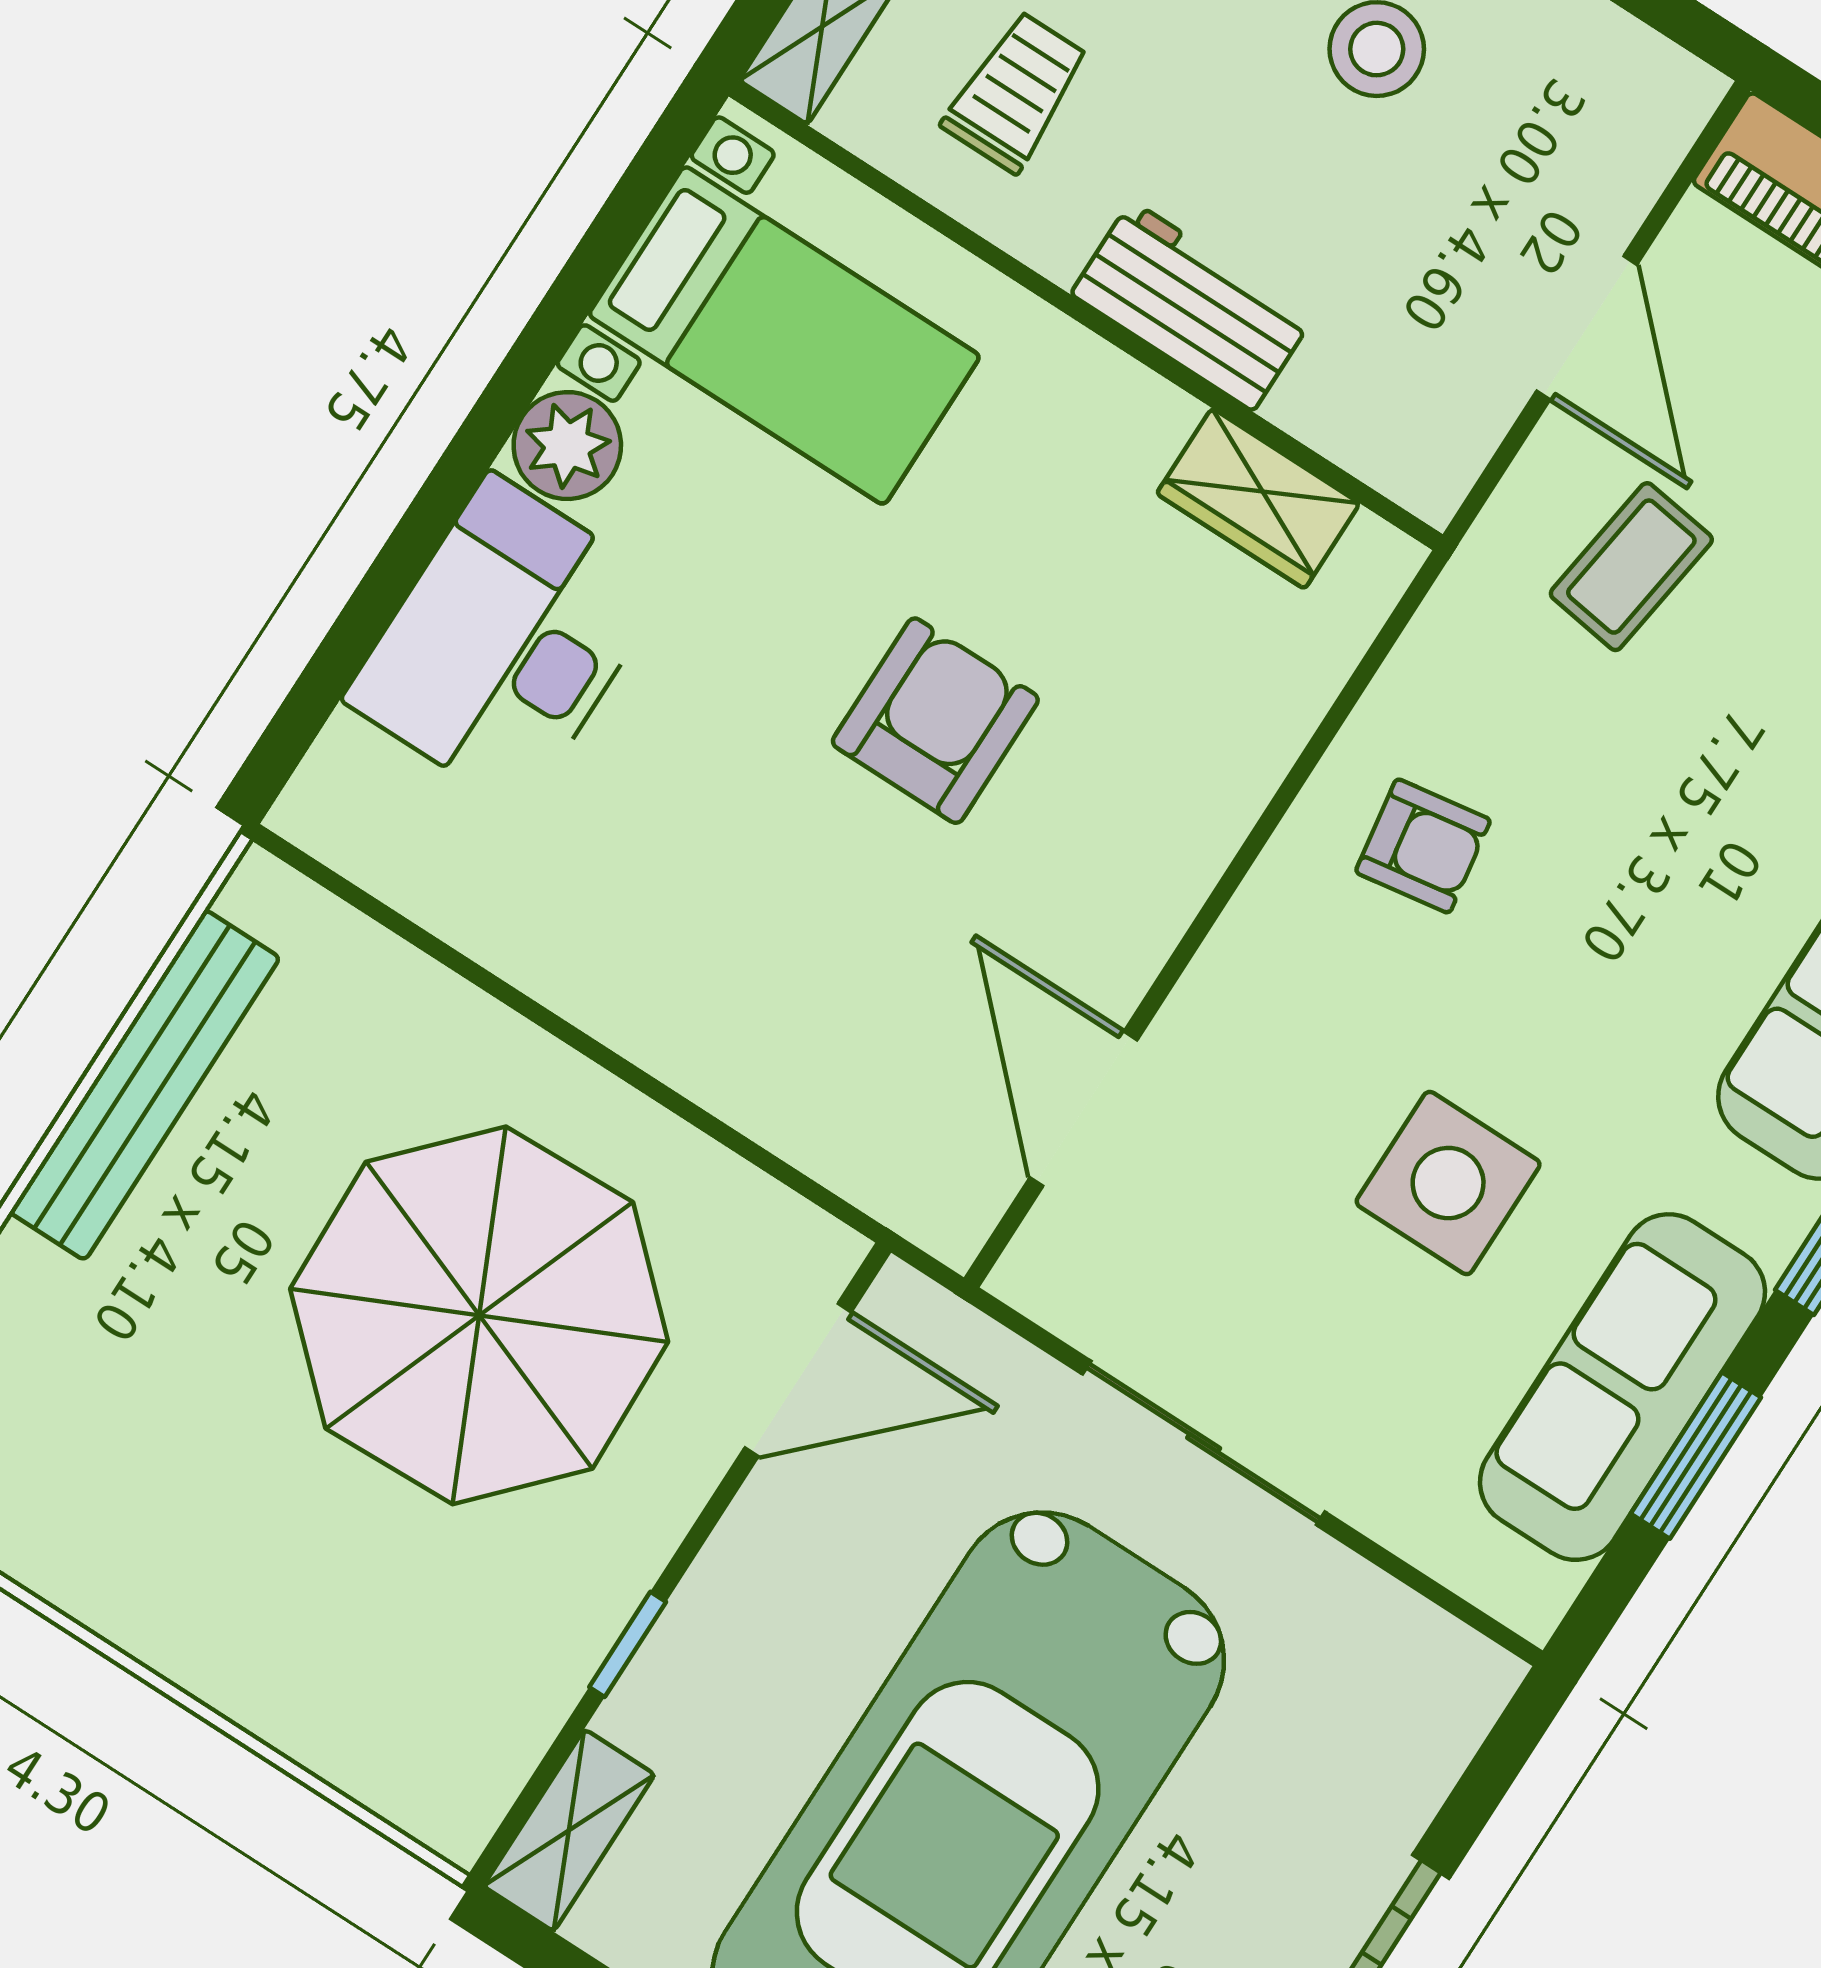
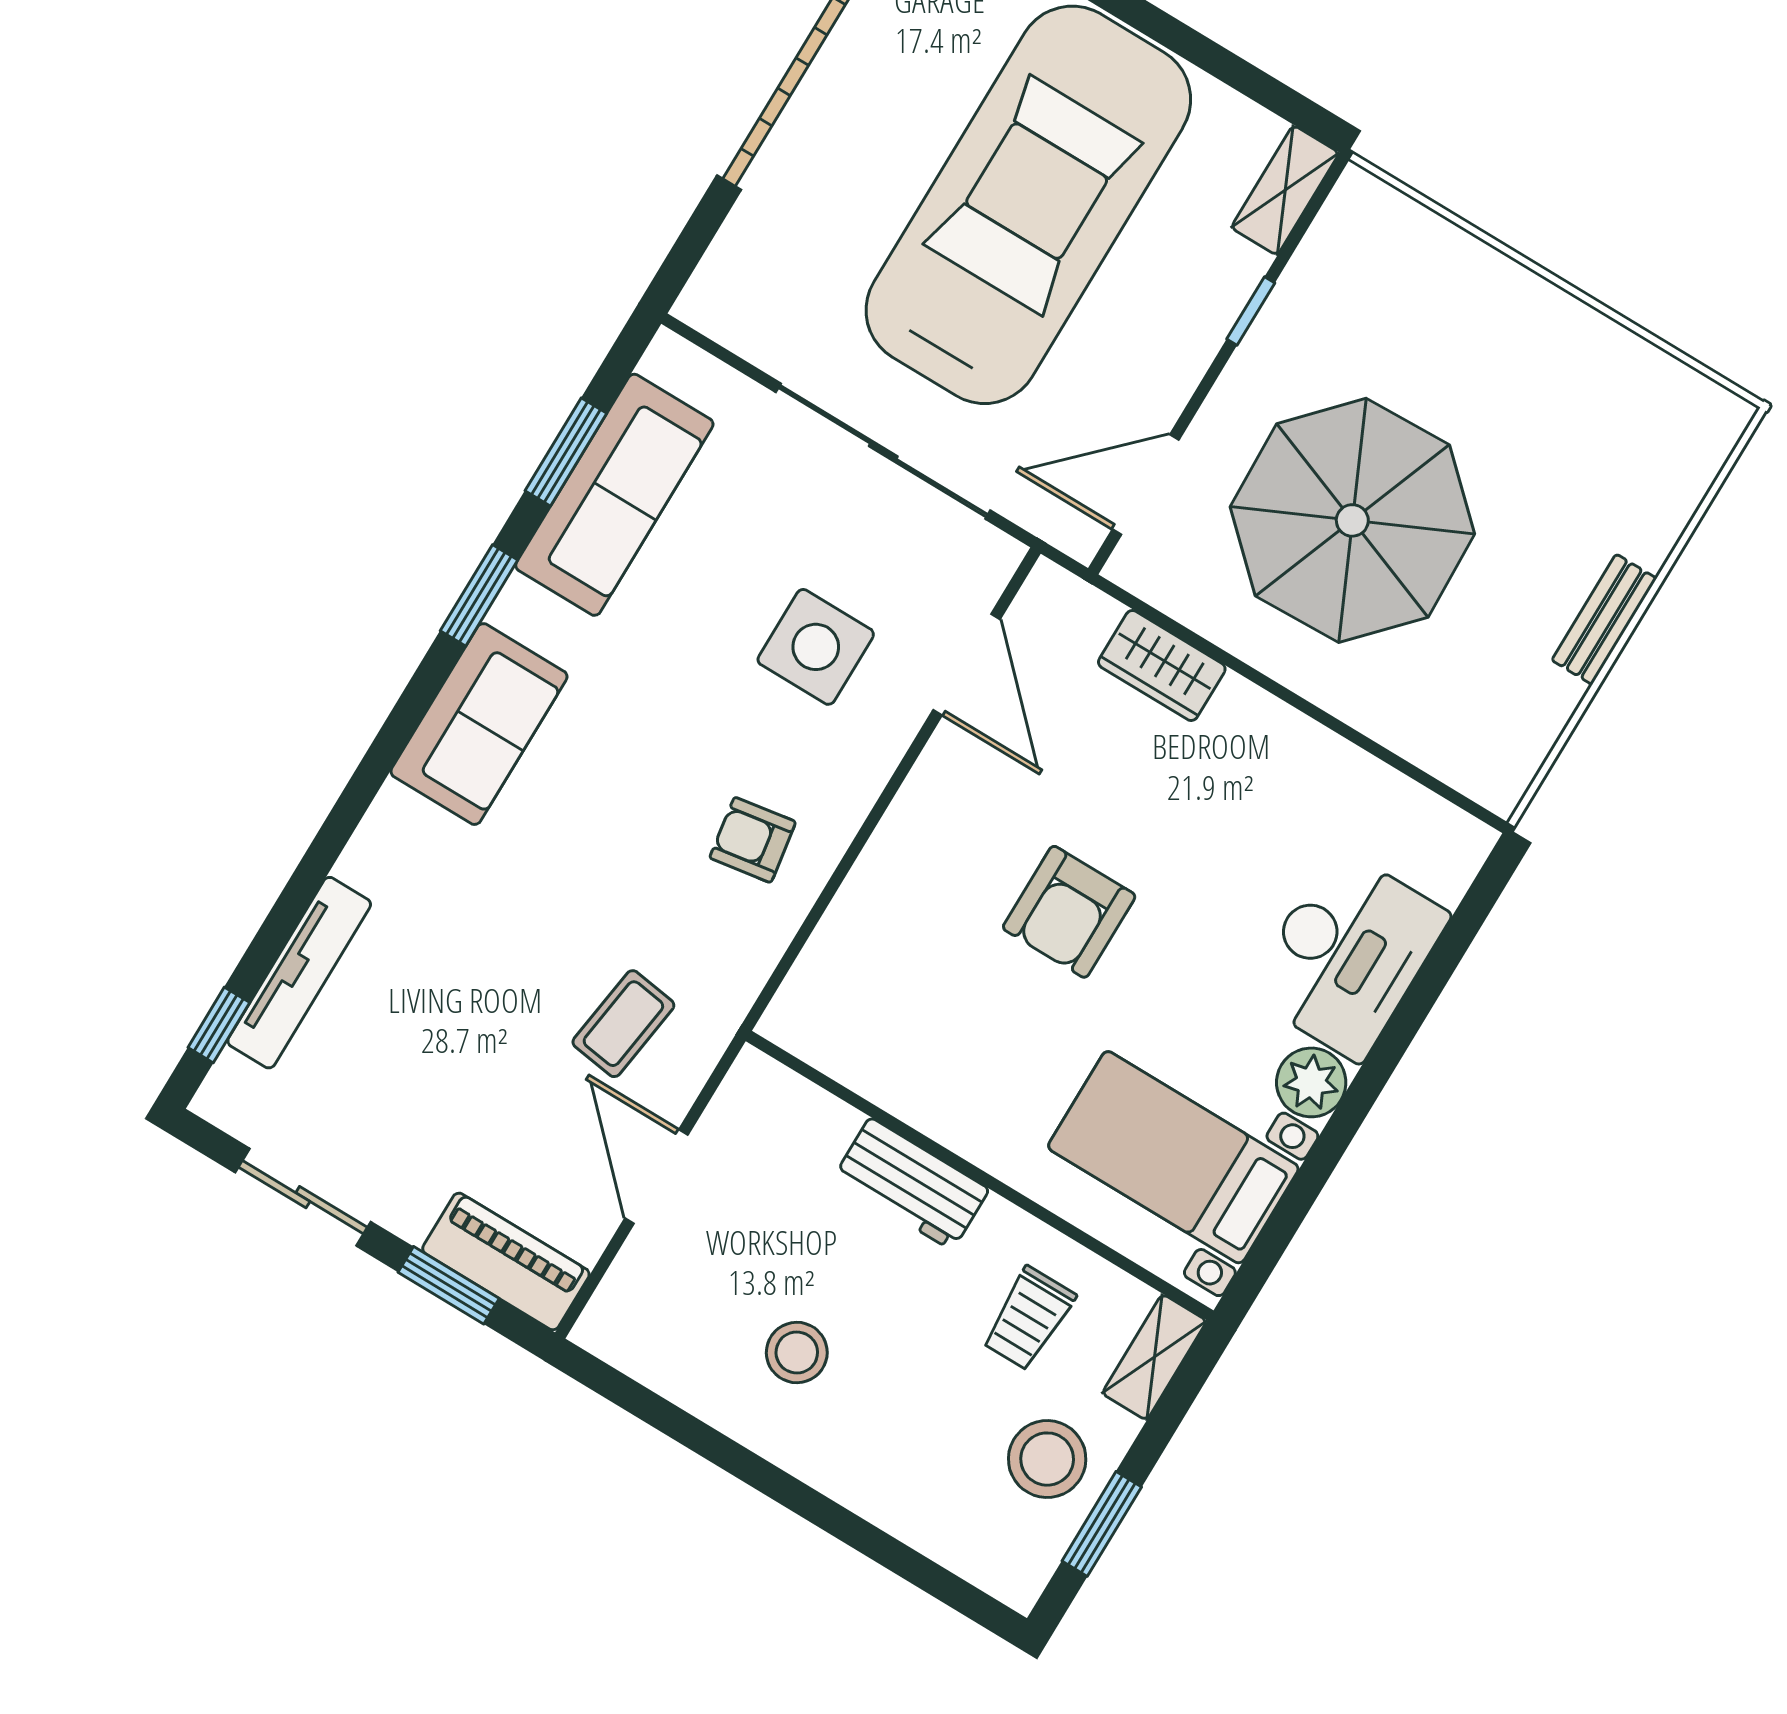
wardrobe: (1258, 498) -> (1162, 666), moved, turned 180
bench: (145, 1085) -> (1604, 619), width x0.54, depth x0.82
side table: (1448, 1183) -> (816, 647), moved
sliding door: (1204, 1443) -> (883, 451), width x1.36

